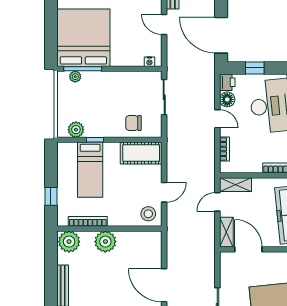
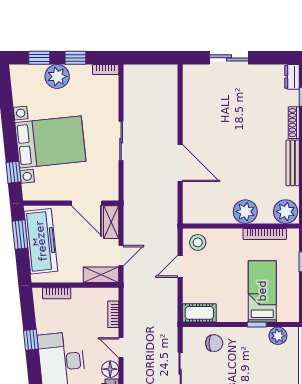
cot: (141, 153) -> (199, 313), width x0.73, depth x0.75

